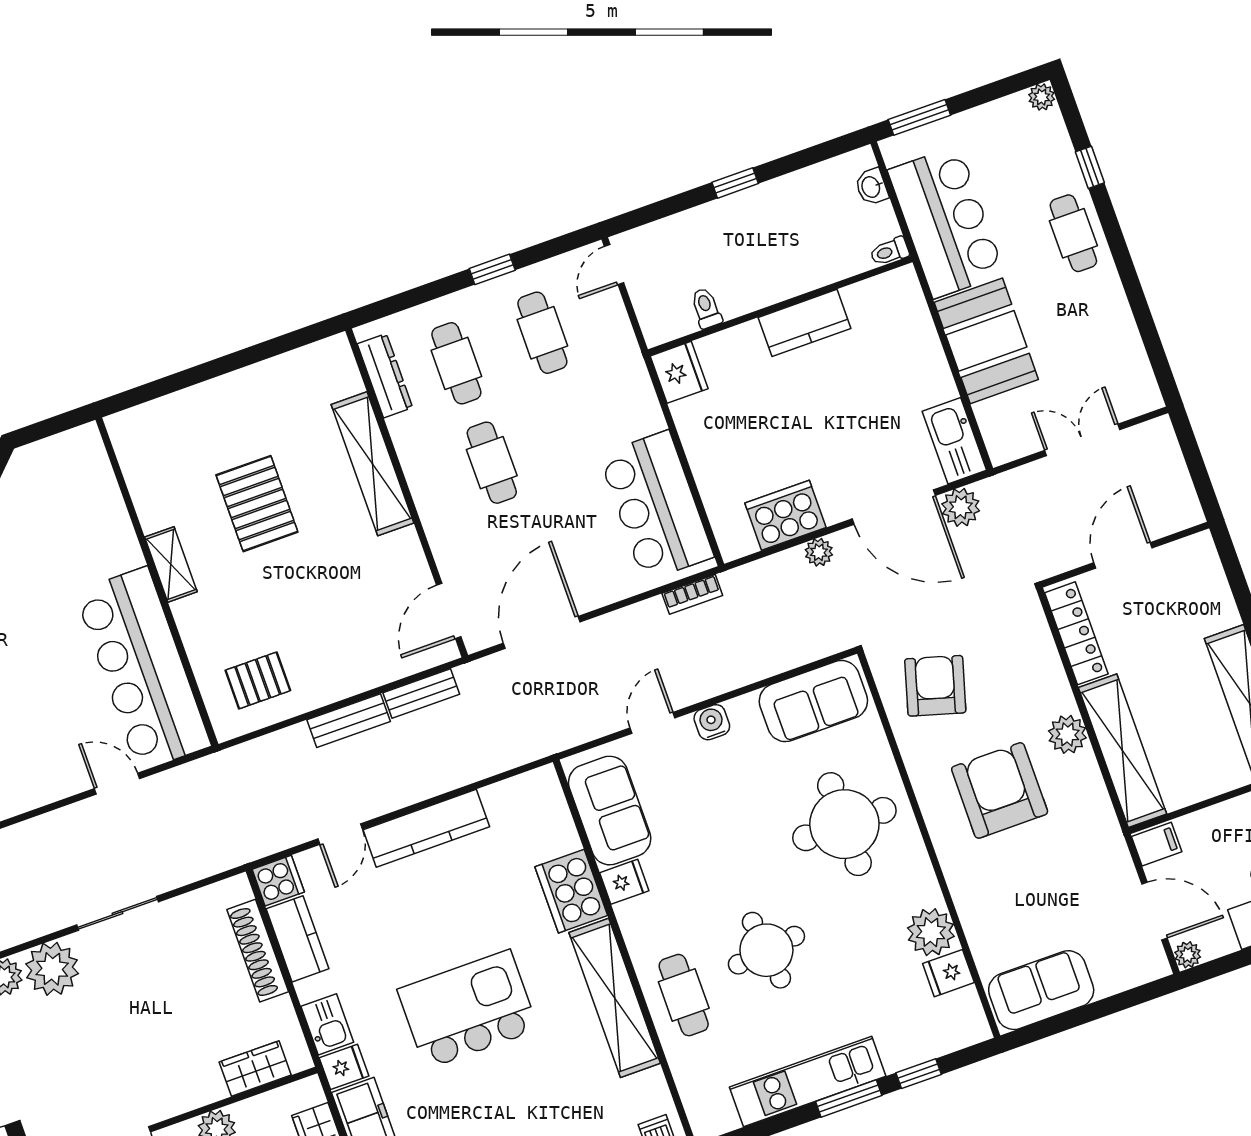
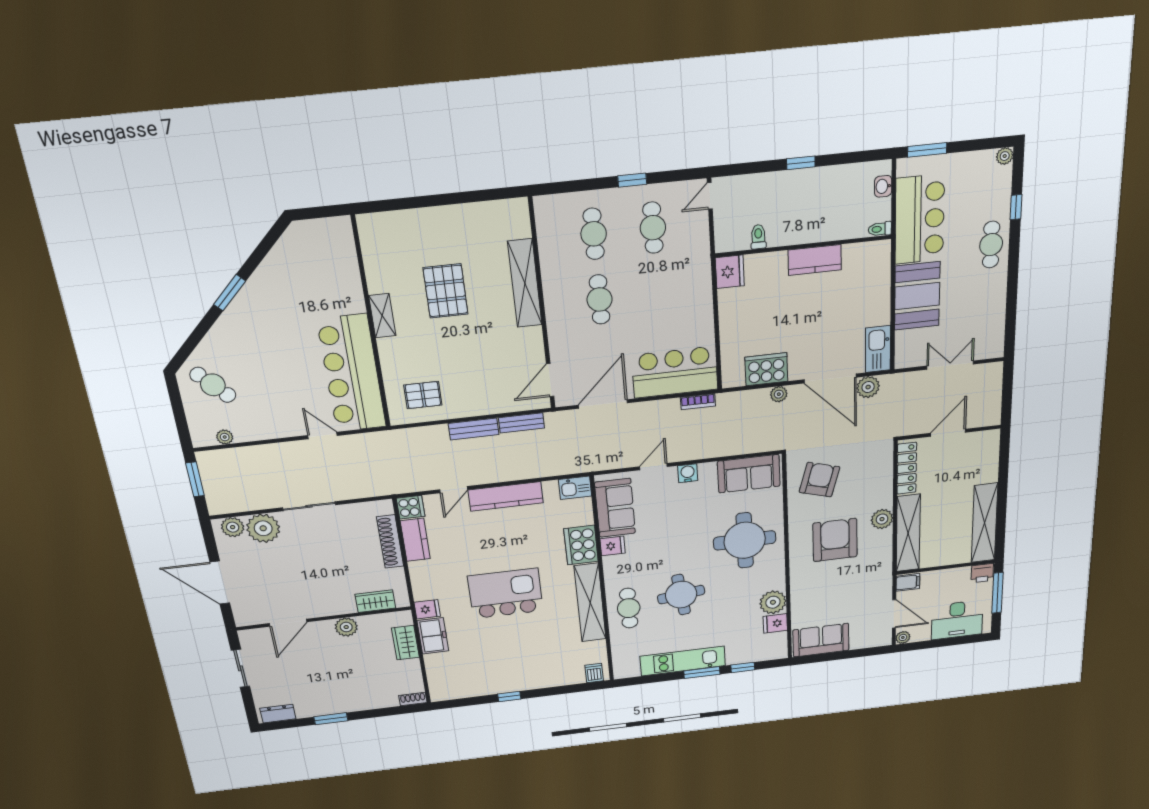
dresser: (385, 376) -> (546, 231), removed
bar counter: (656, 506) -> (675, 372), moved, turned 90
kitchen sink: (327, 1024) -> (575, 488), moved, turned 90

